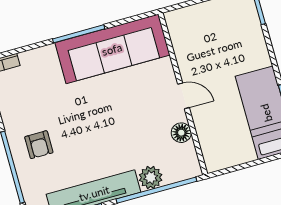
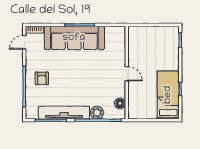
sofa: (112, 49) -> (74, 38), moved
floor lamp: (181, 133) -> (120, 103), moved

